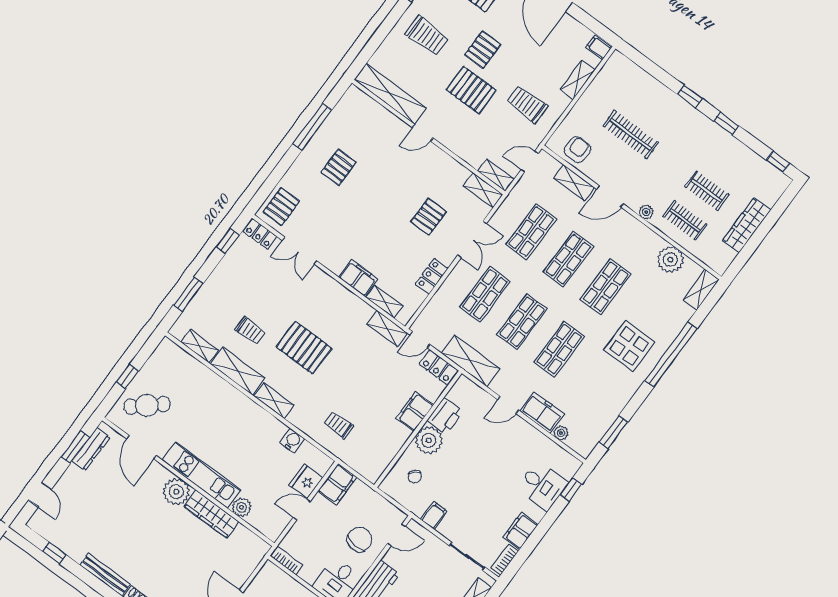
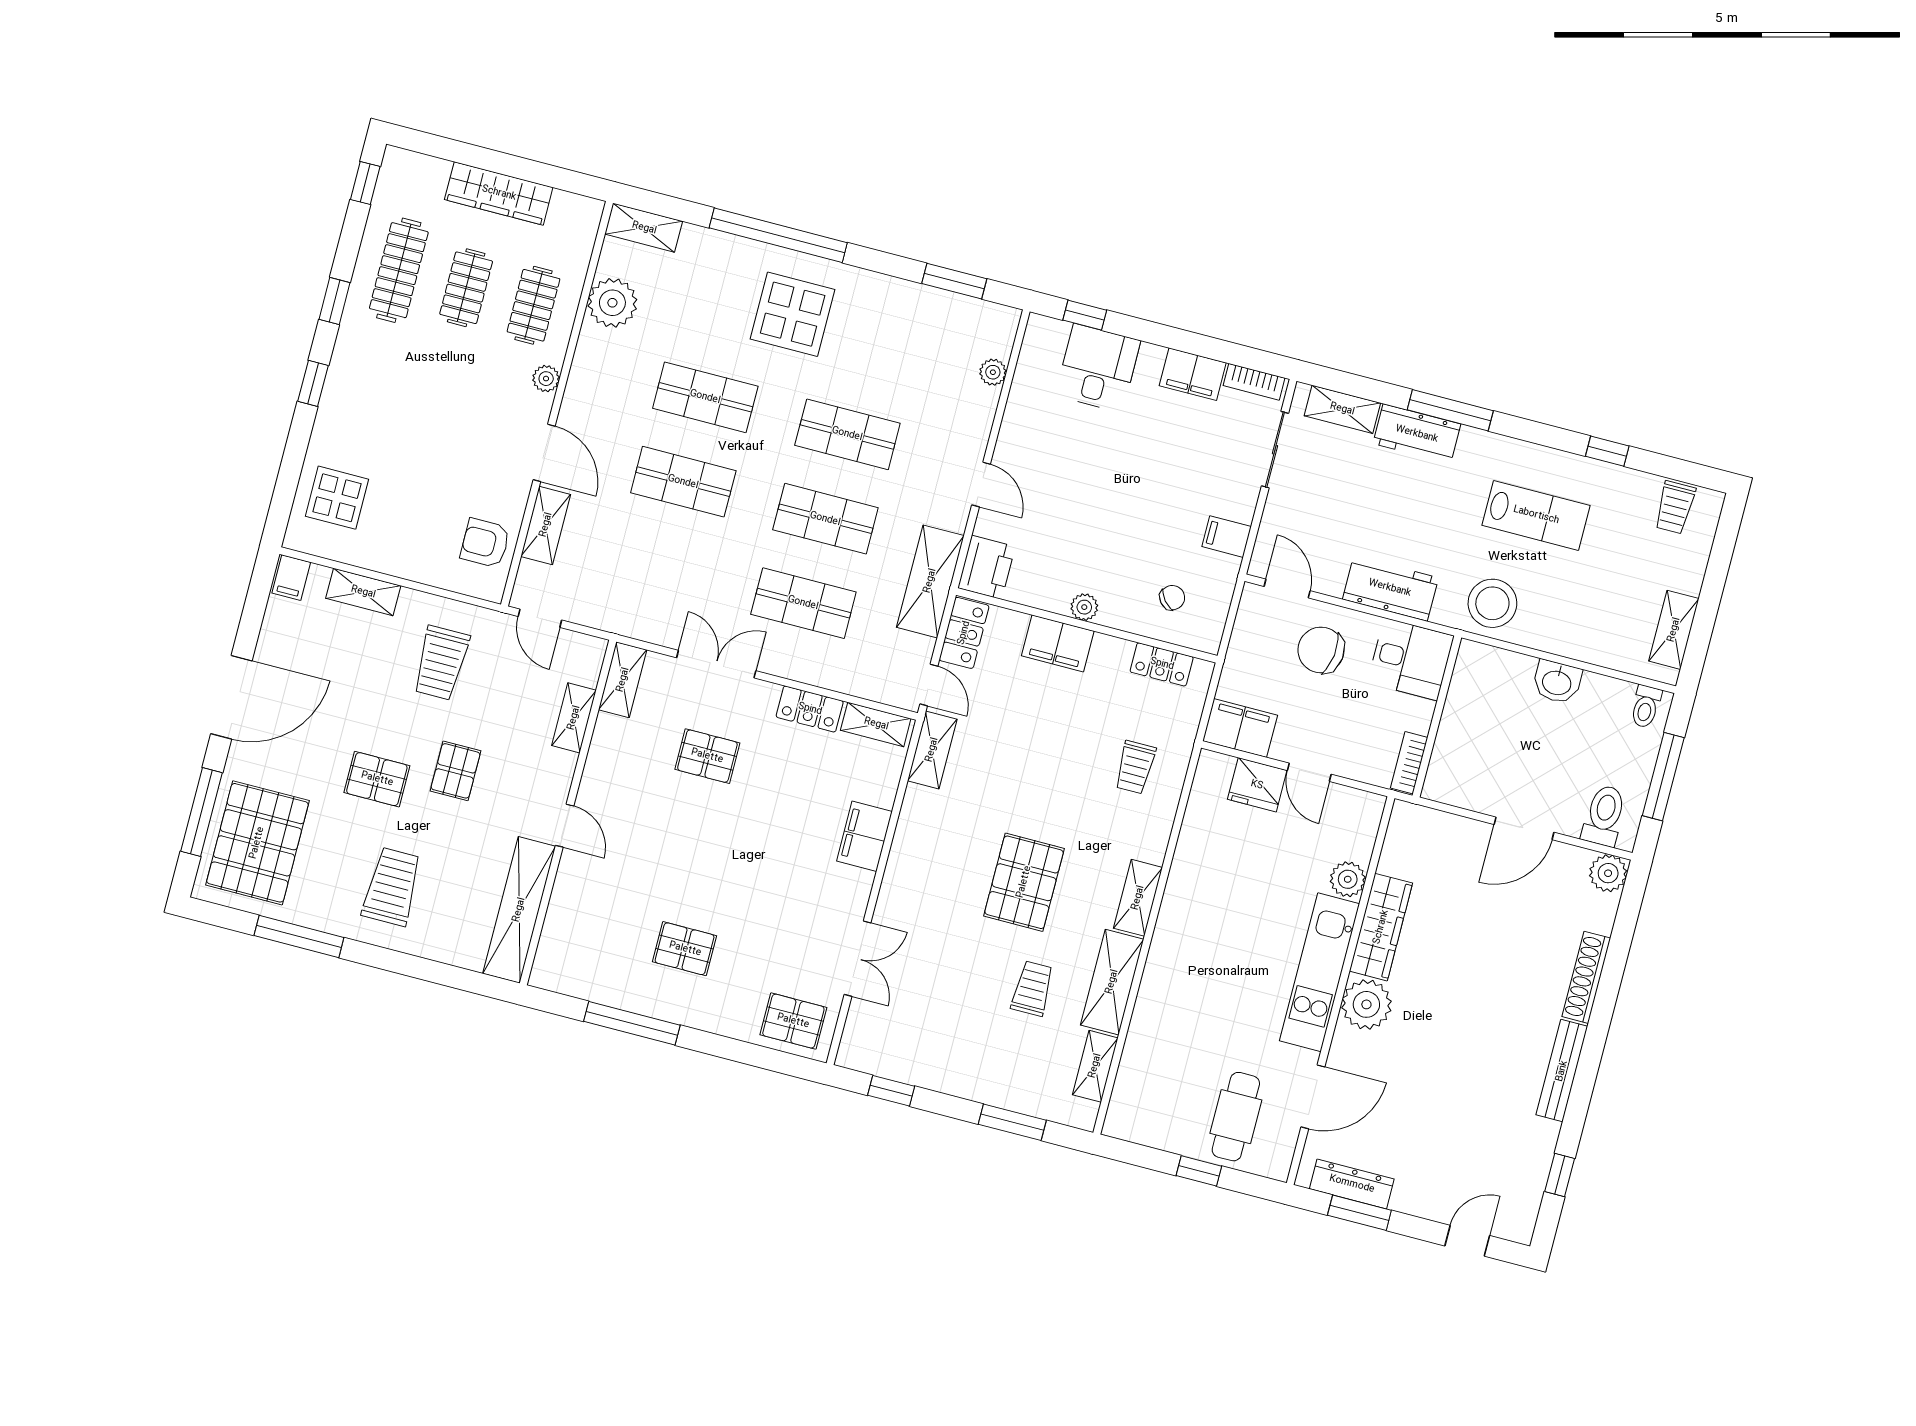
display table: (629, 86) -> (337, 498), added
pallet: (471, 90) -> (456, 771), width x0.67, depth x0.71
clothes rail: (631, 134) -> (399, 270), moved
shelving: (496, 175) -> (574, 718), moved
shop shelf: (531, 232) -> (661, 566), removed
locker: (260, 234) -> (1162, 664), moved, turned 90
shelving: (385, 302) -> (876, 724), moved, turned 90
cafe table: (147, 405) -> (1236, 1117), turned 41
freezer: (542, 413) -> (970, 420), removed
printer: (445, 416) -> (987, 567), moved, turned 90
plant: (429, 440) -> (1084, 607), width x0.53, depth x0.53
water cooler: (292, 441) -> (1195, 837), removed

